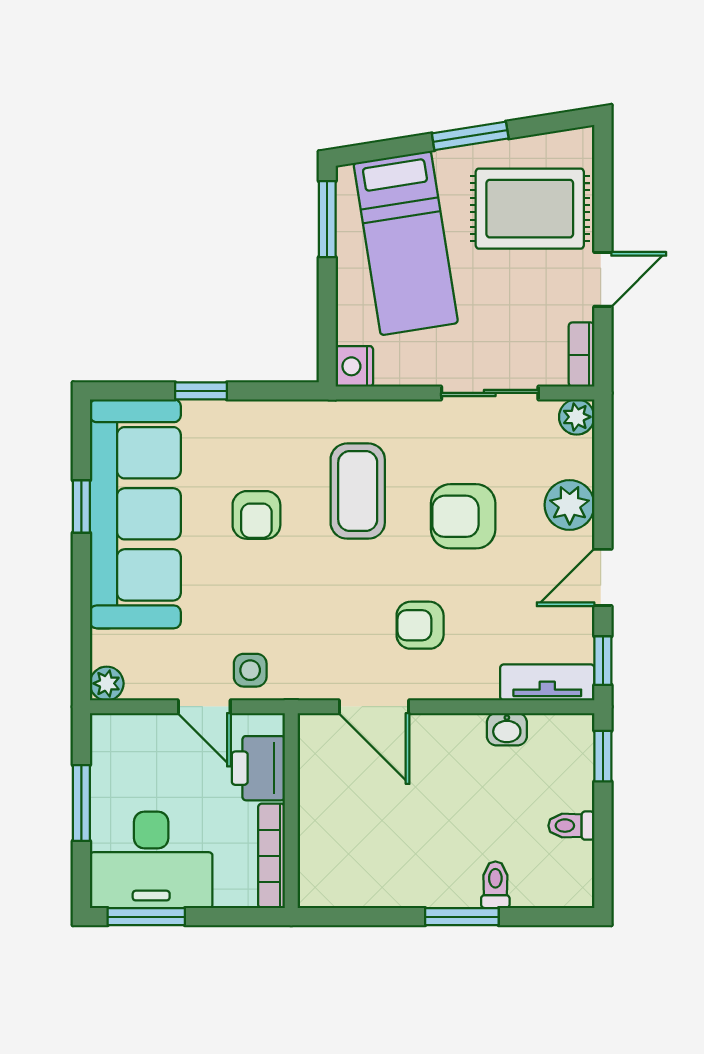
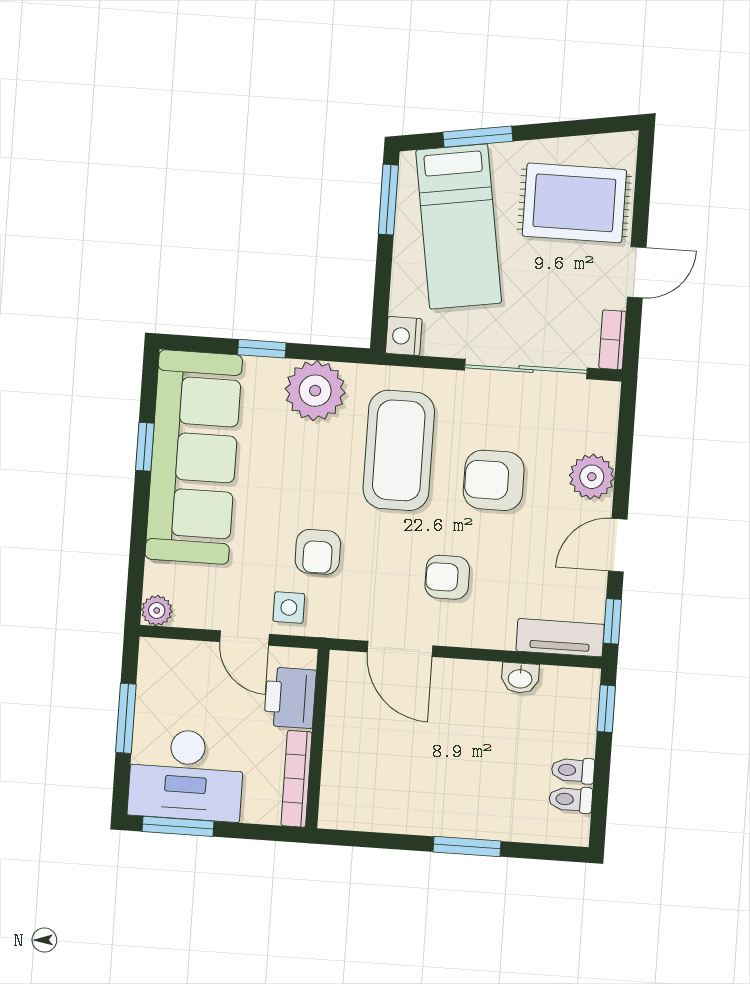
window: (470, 136) -> (478, 137), moved
sliding door: (490, 393) -> (526, 369), width x1.37
plant: (577, 417) -> (315, 391), moved, width x1.88, depth x1.88
coffee table: (358, 491) -> (399, 450), width x1.36, depth x1.32
armchair: (256, 515) -> (318, 552), moved
toilet: (495, 885) -> (571, 799), moved, turned -90

